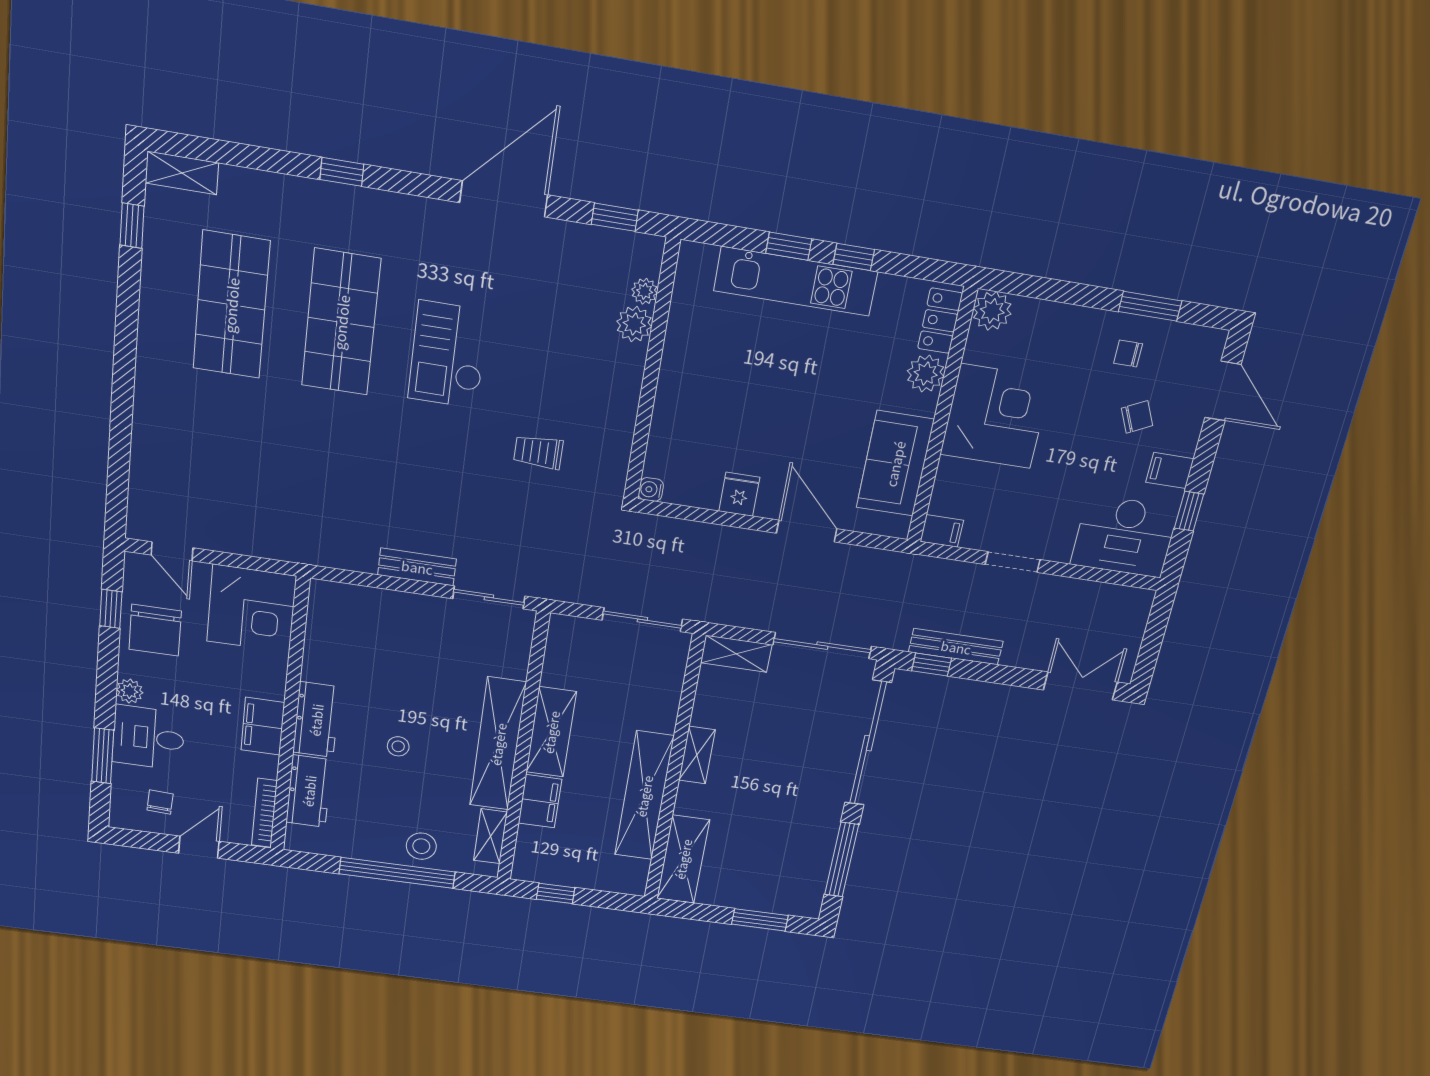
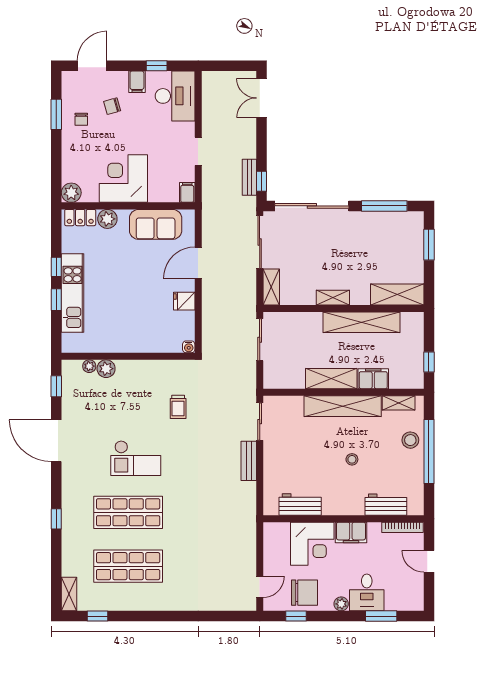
chair: (1137, 417) -> (112, 106), turned -80
corner desk: (252, 609) -> (312, 544), moved, turned 90
bench: (956, 647) -> (249, 177), width x0.73
workbench: (316, 720) -> (300, 504), moved
chair: (160, 802) -> (404, 584), removed

